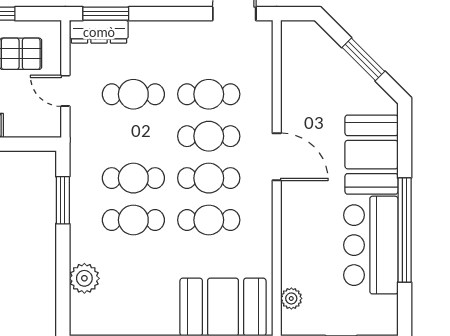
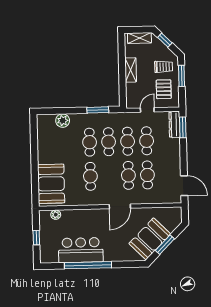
booth: (371, 155) -> (150, 239), moved, turned -45
cafe table: (209, 178) -> (128, 141), moved

